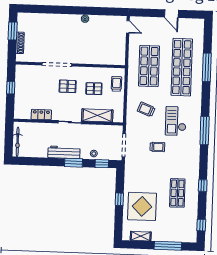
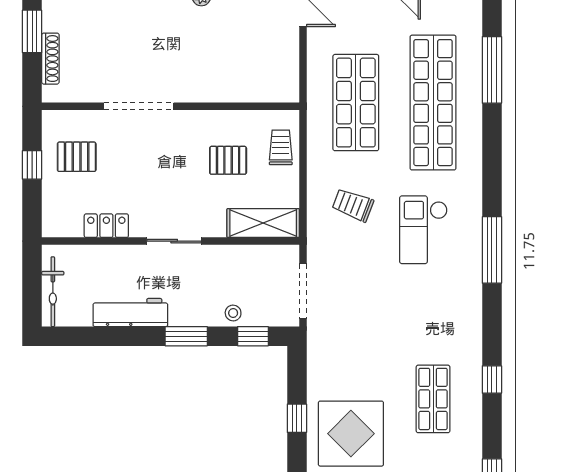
window: (207, 67) -> (492, 70), moved
pallet: (68, 86) -> (77, 157), moved
shelving: (97, 115) -> (263, 223), moved
trolley: (157, 147) -> (382, 292), removed
workbench: (64, 152) -> (130, 313), moved

